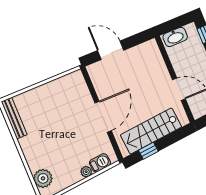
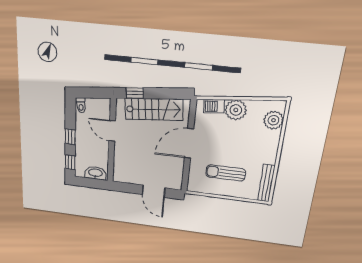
sun lounger: (55, 107) -> (226, 173), added
window: (148, 151) -> (135, 93), moved
plant: (86, 172) -> (236, 110), width x1.87, depth x1.87

